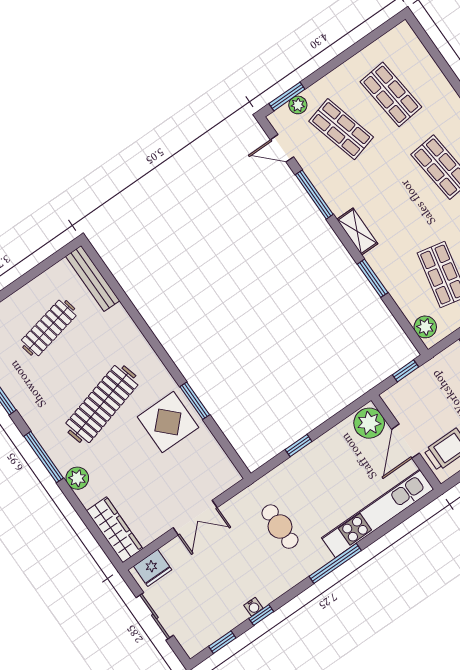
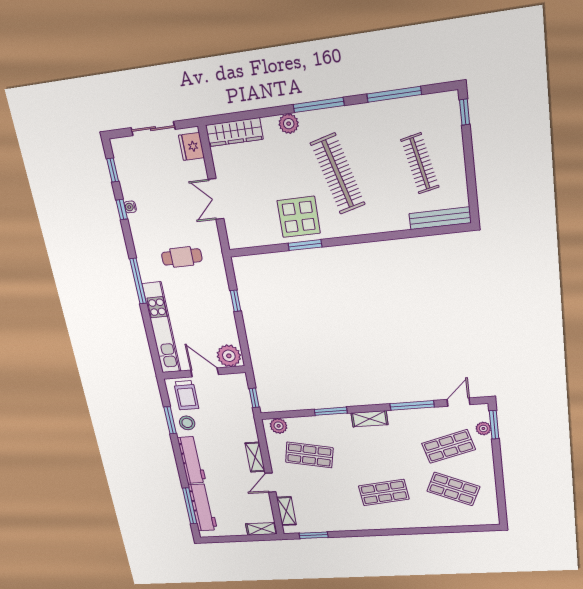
shop shelf: (391, 94) -> (453, 489), turned 30

